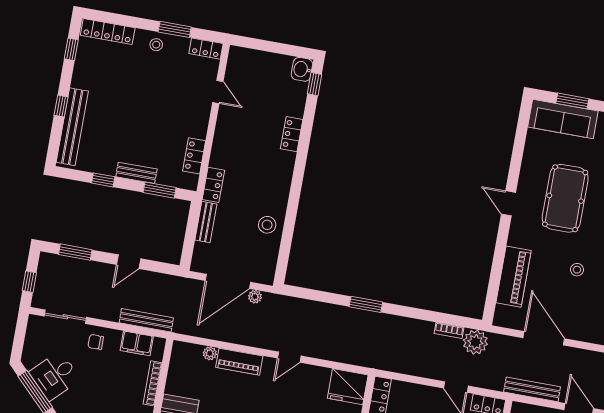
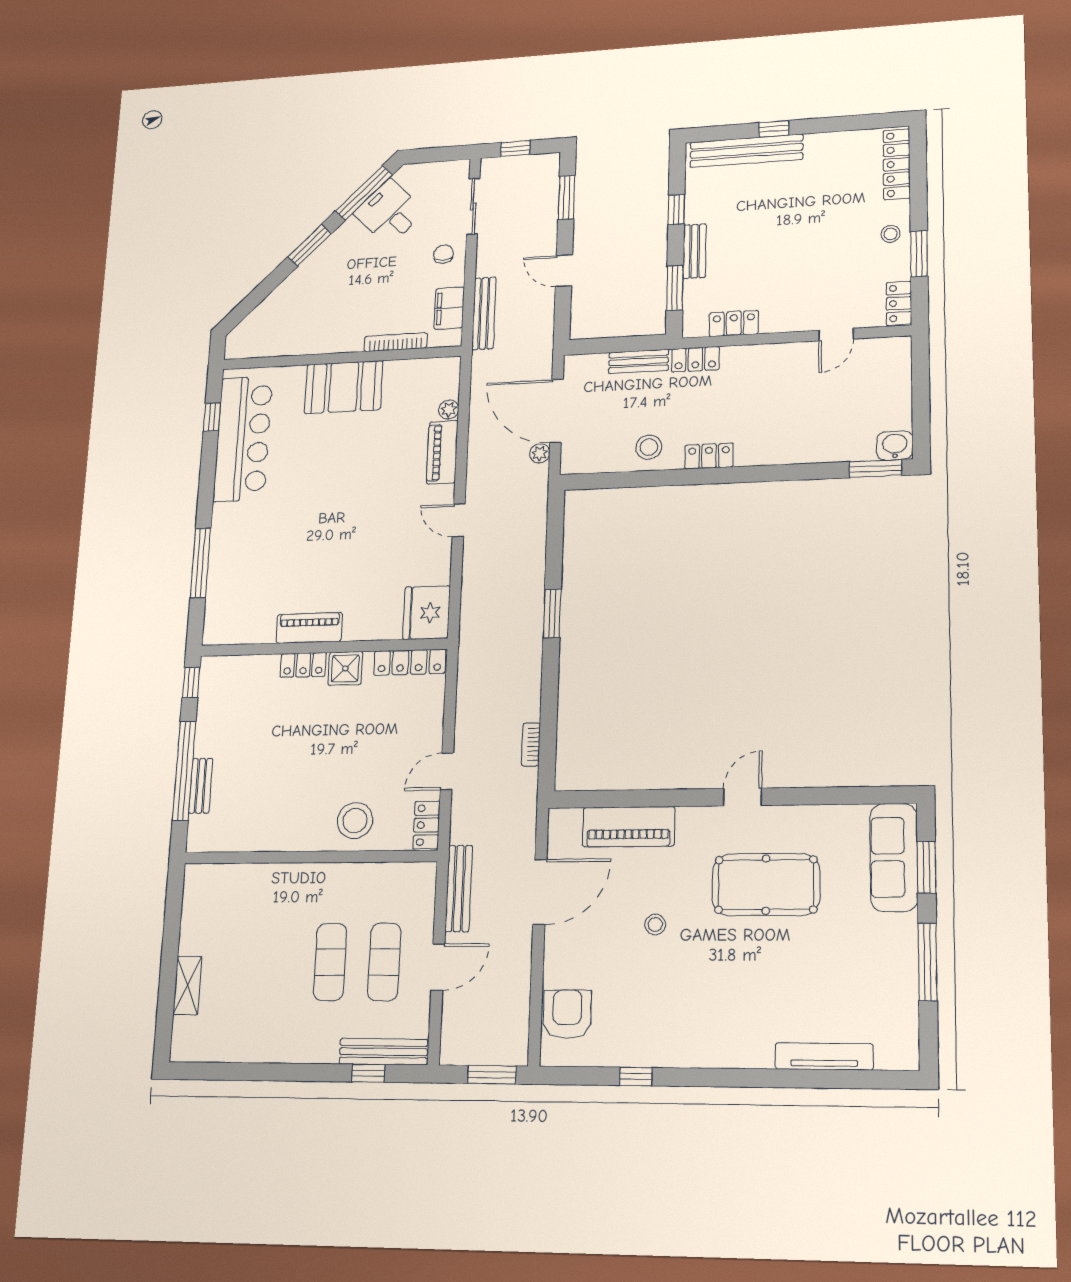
window: (71, 49) -> (860, 122), removed
window: (315, 84) -> (875, 469), width x1.50
locker: (292, 134) -> (709, 456), moved
plant: (475, 342) -> (519, 788), removed

